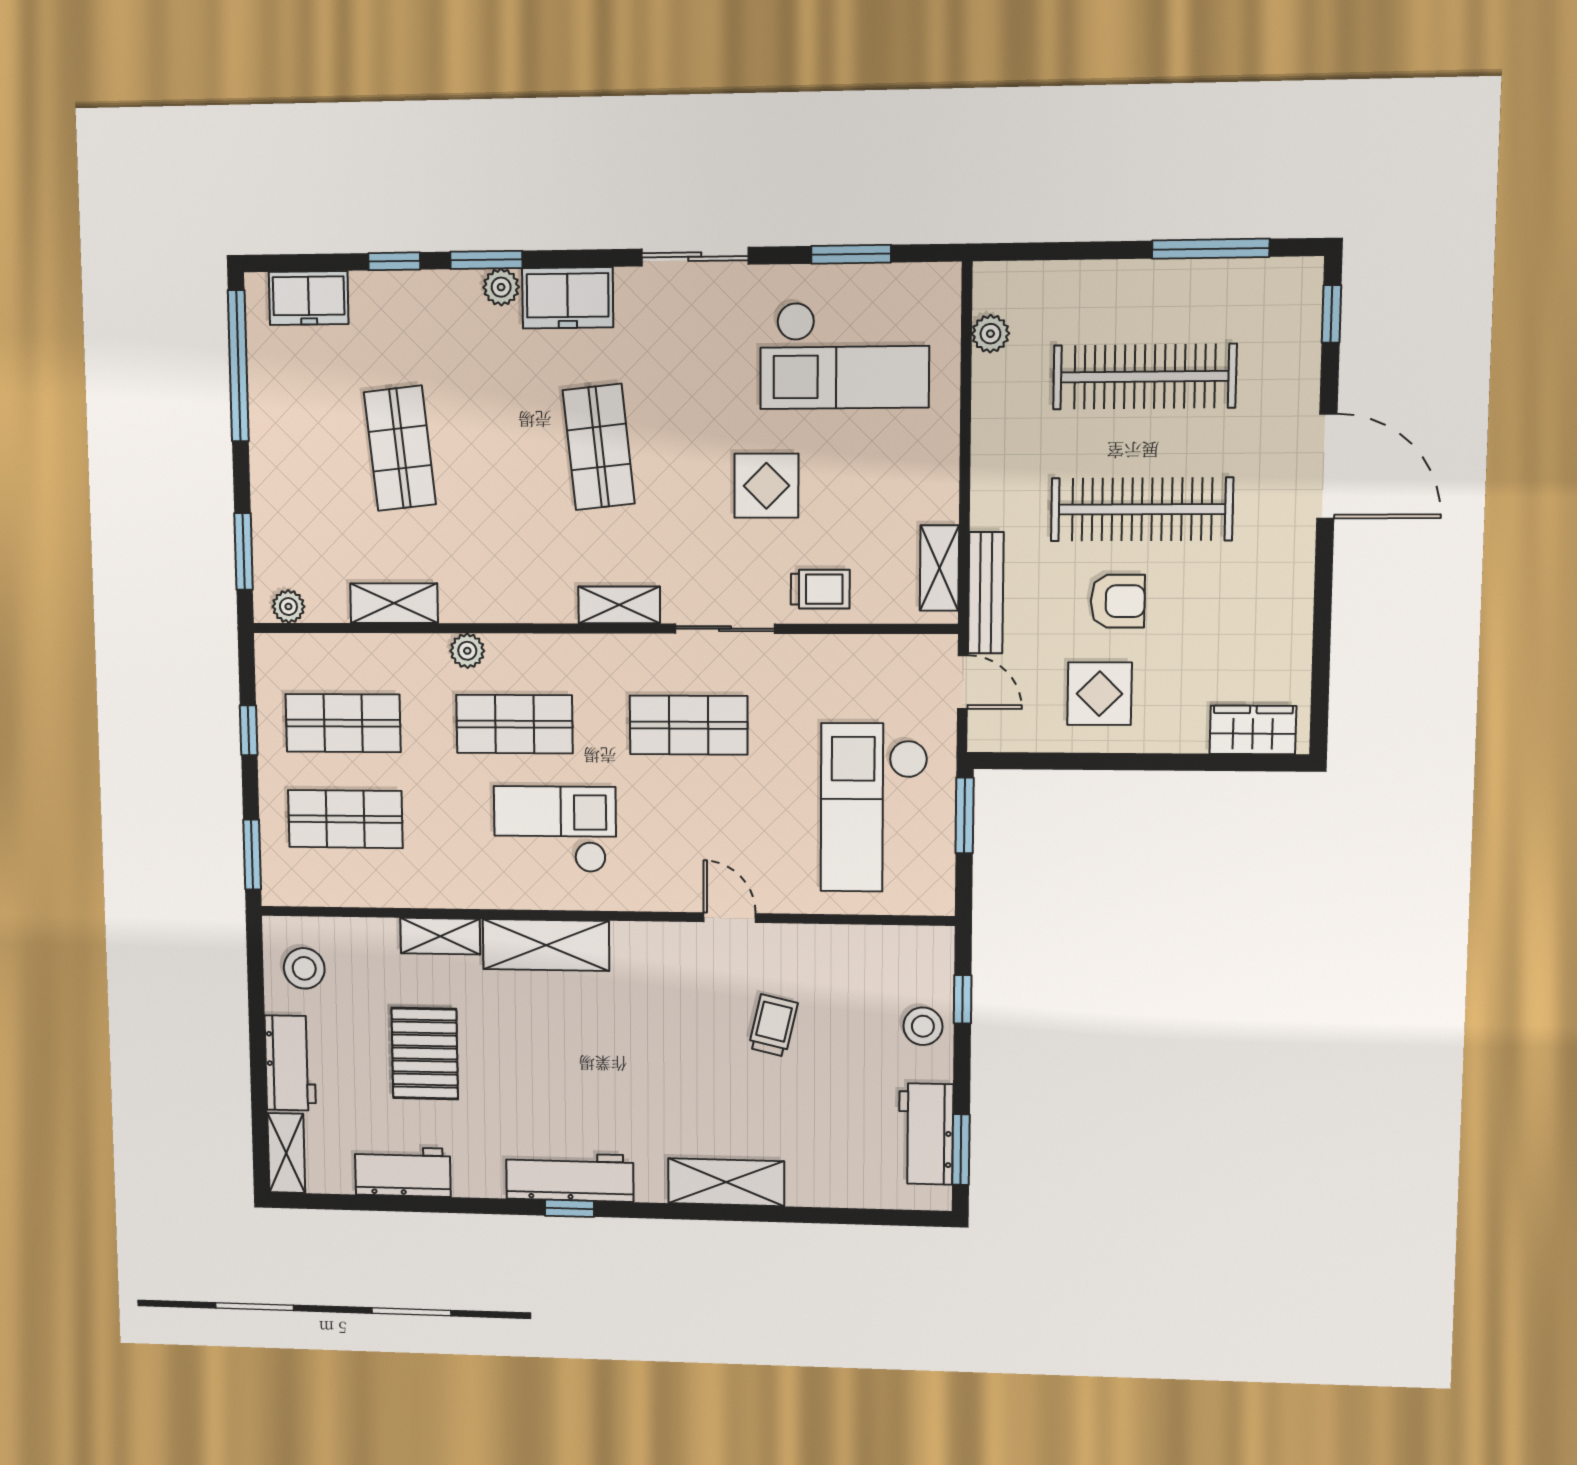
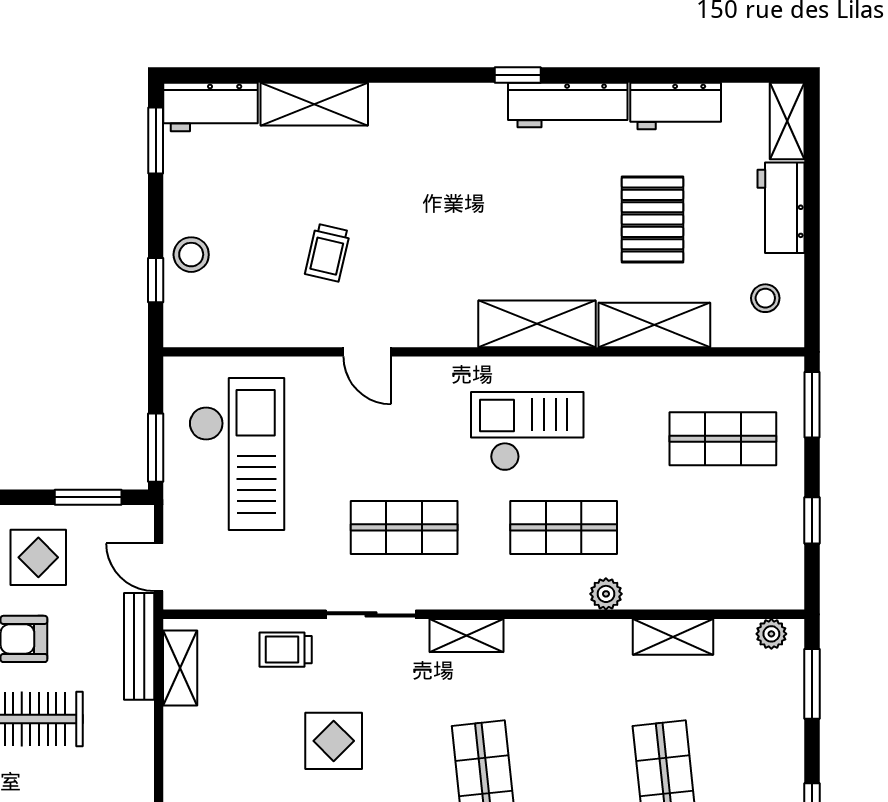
shop shelf: (343, 723) -> (723, 527), removed
window: (1042, 761) -> (88, 497), added
checkout: (555, 829) -> (527, 431), turned 180
shelving: (440, 936) -> (654, 325), width x1.50, depth x1.33
stool: (304, 968) -> (765, 298), width x0.73, depth x0.73
workbench: (926, 1134) -> (210, 107), moved, turned 90
workbench: (570, 1177) -> (568, 105), moved
shelving: (726, 1182) -> (314, 104), moved

